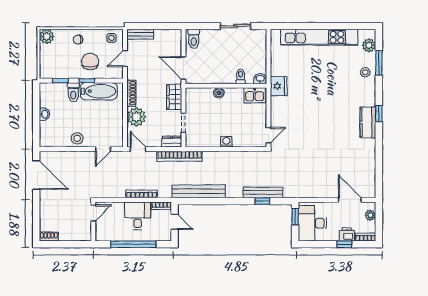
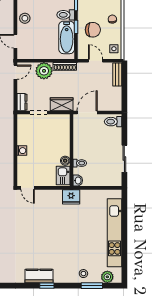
boiler: (219, 93) -> (65, 161), moved
bookcase: (180, 156) -> (9, 109), removed

